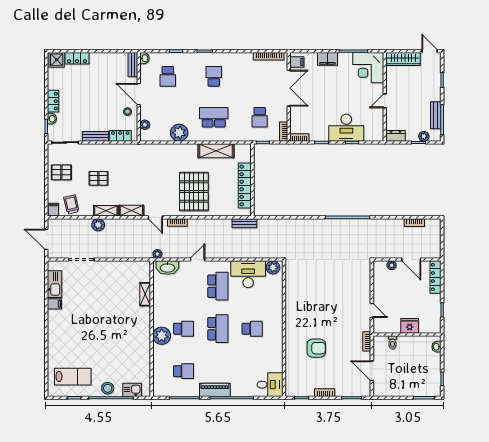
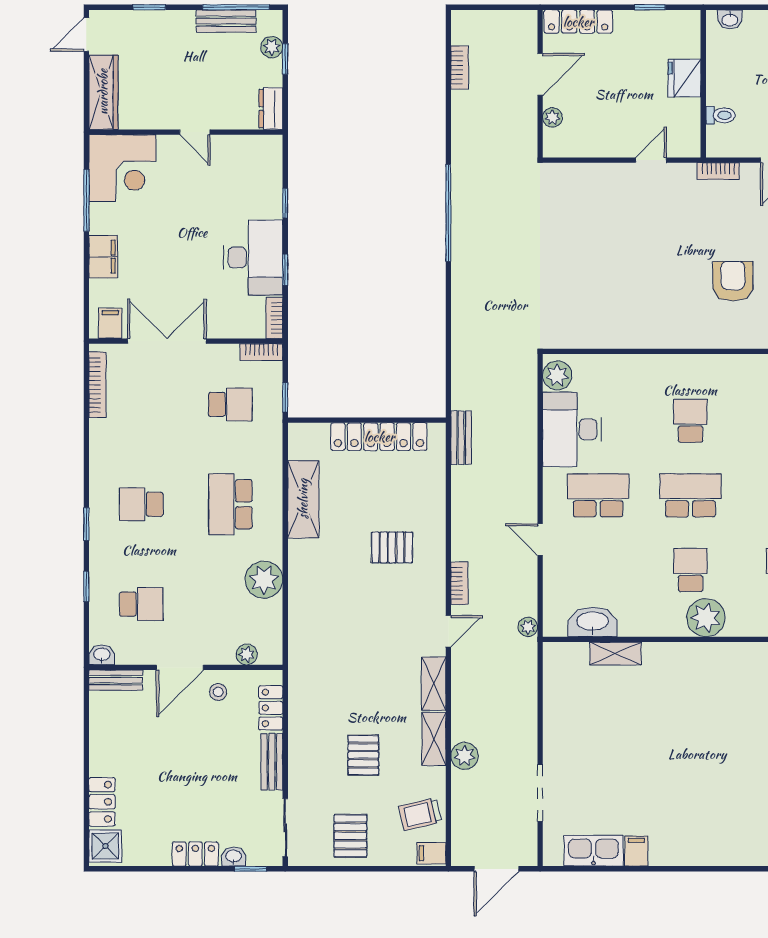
desk: (346, 128) -> (253, 257), moved
pallet: (194, 192) -> (392, 547), width x0.49, depth x0.50
washbasin: (167, 268) -> (593, 622), moved, turned -90

